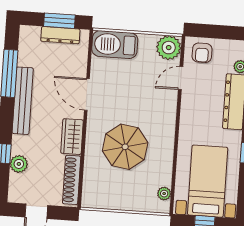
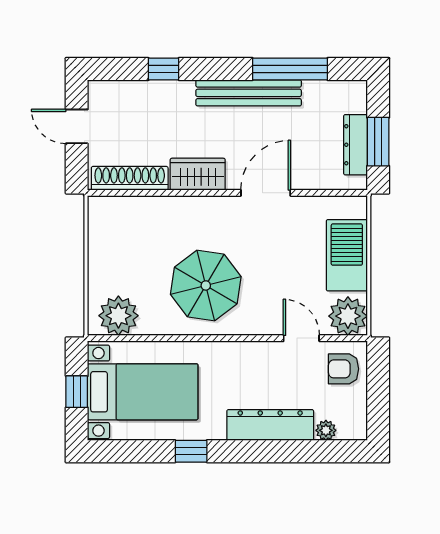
barbecue: (115, 45) -> (347, 255), moved
parasol: (125, 147) -> (206, 285), moved
plant: (19, 164) -> (149, 94), removed
plant: (164, 194) -> (118, 316), width x1.87, depth x1.87

